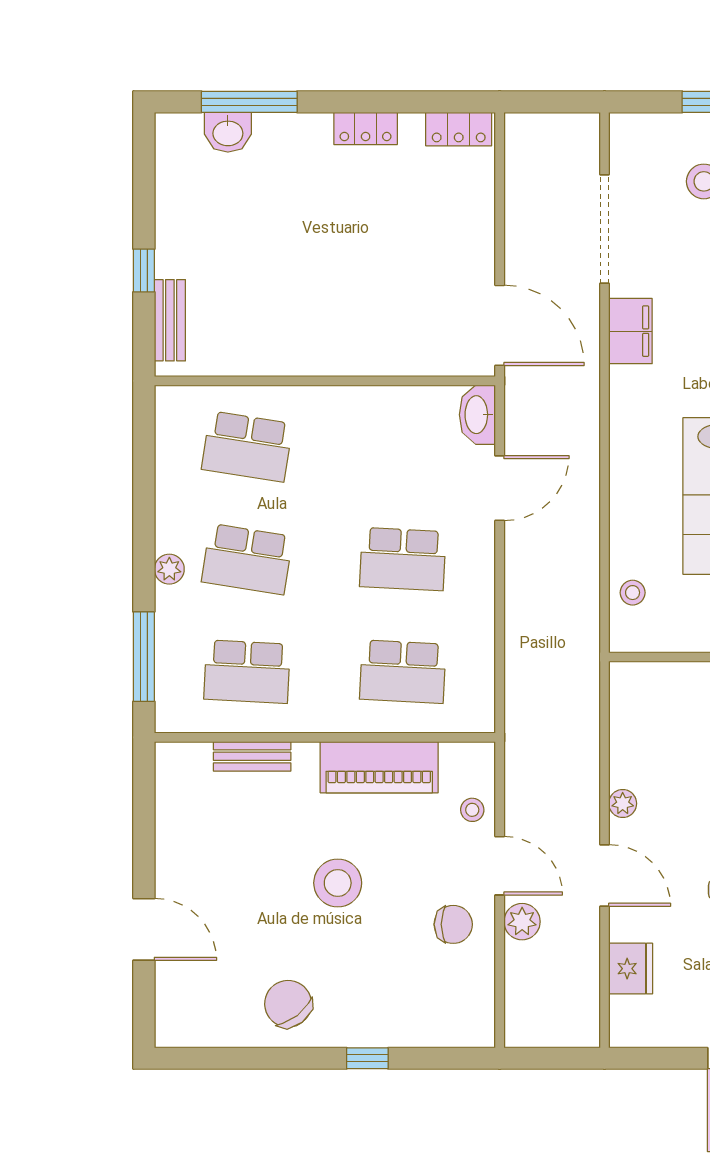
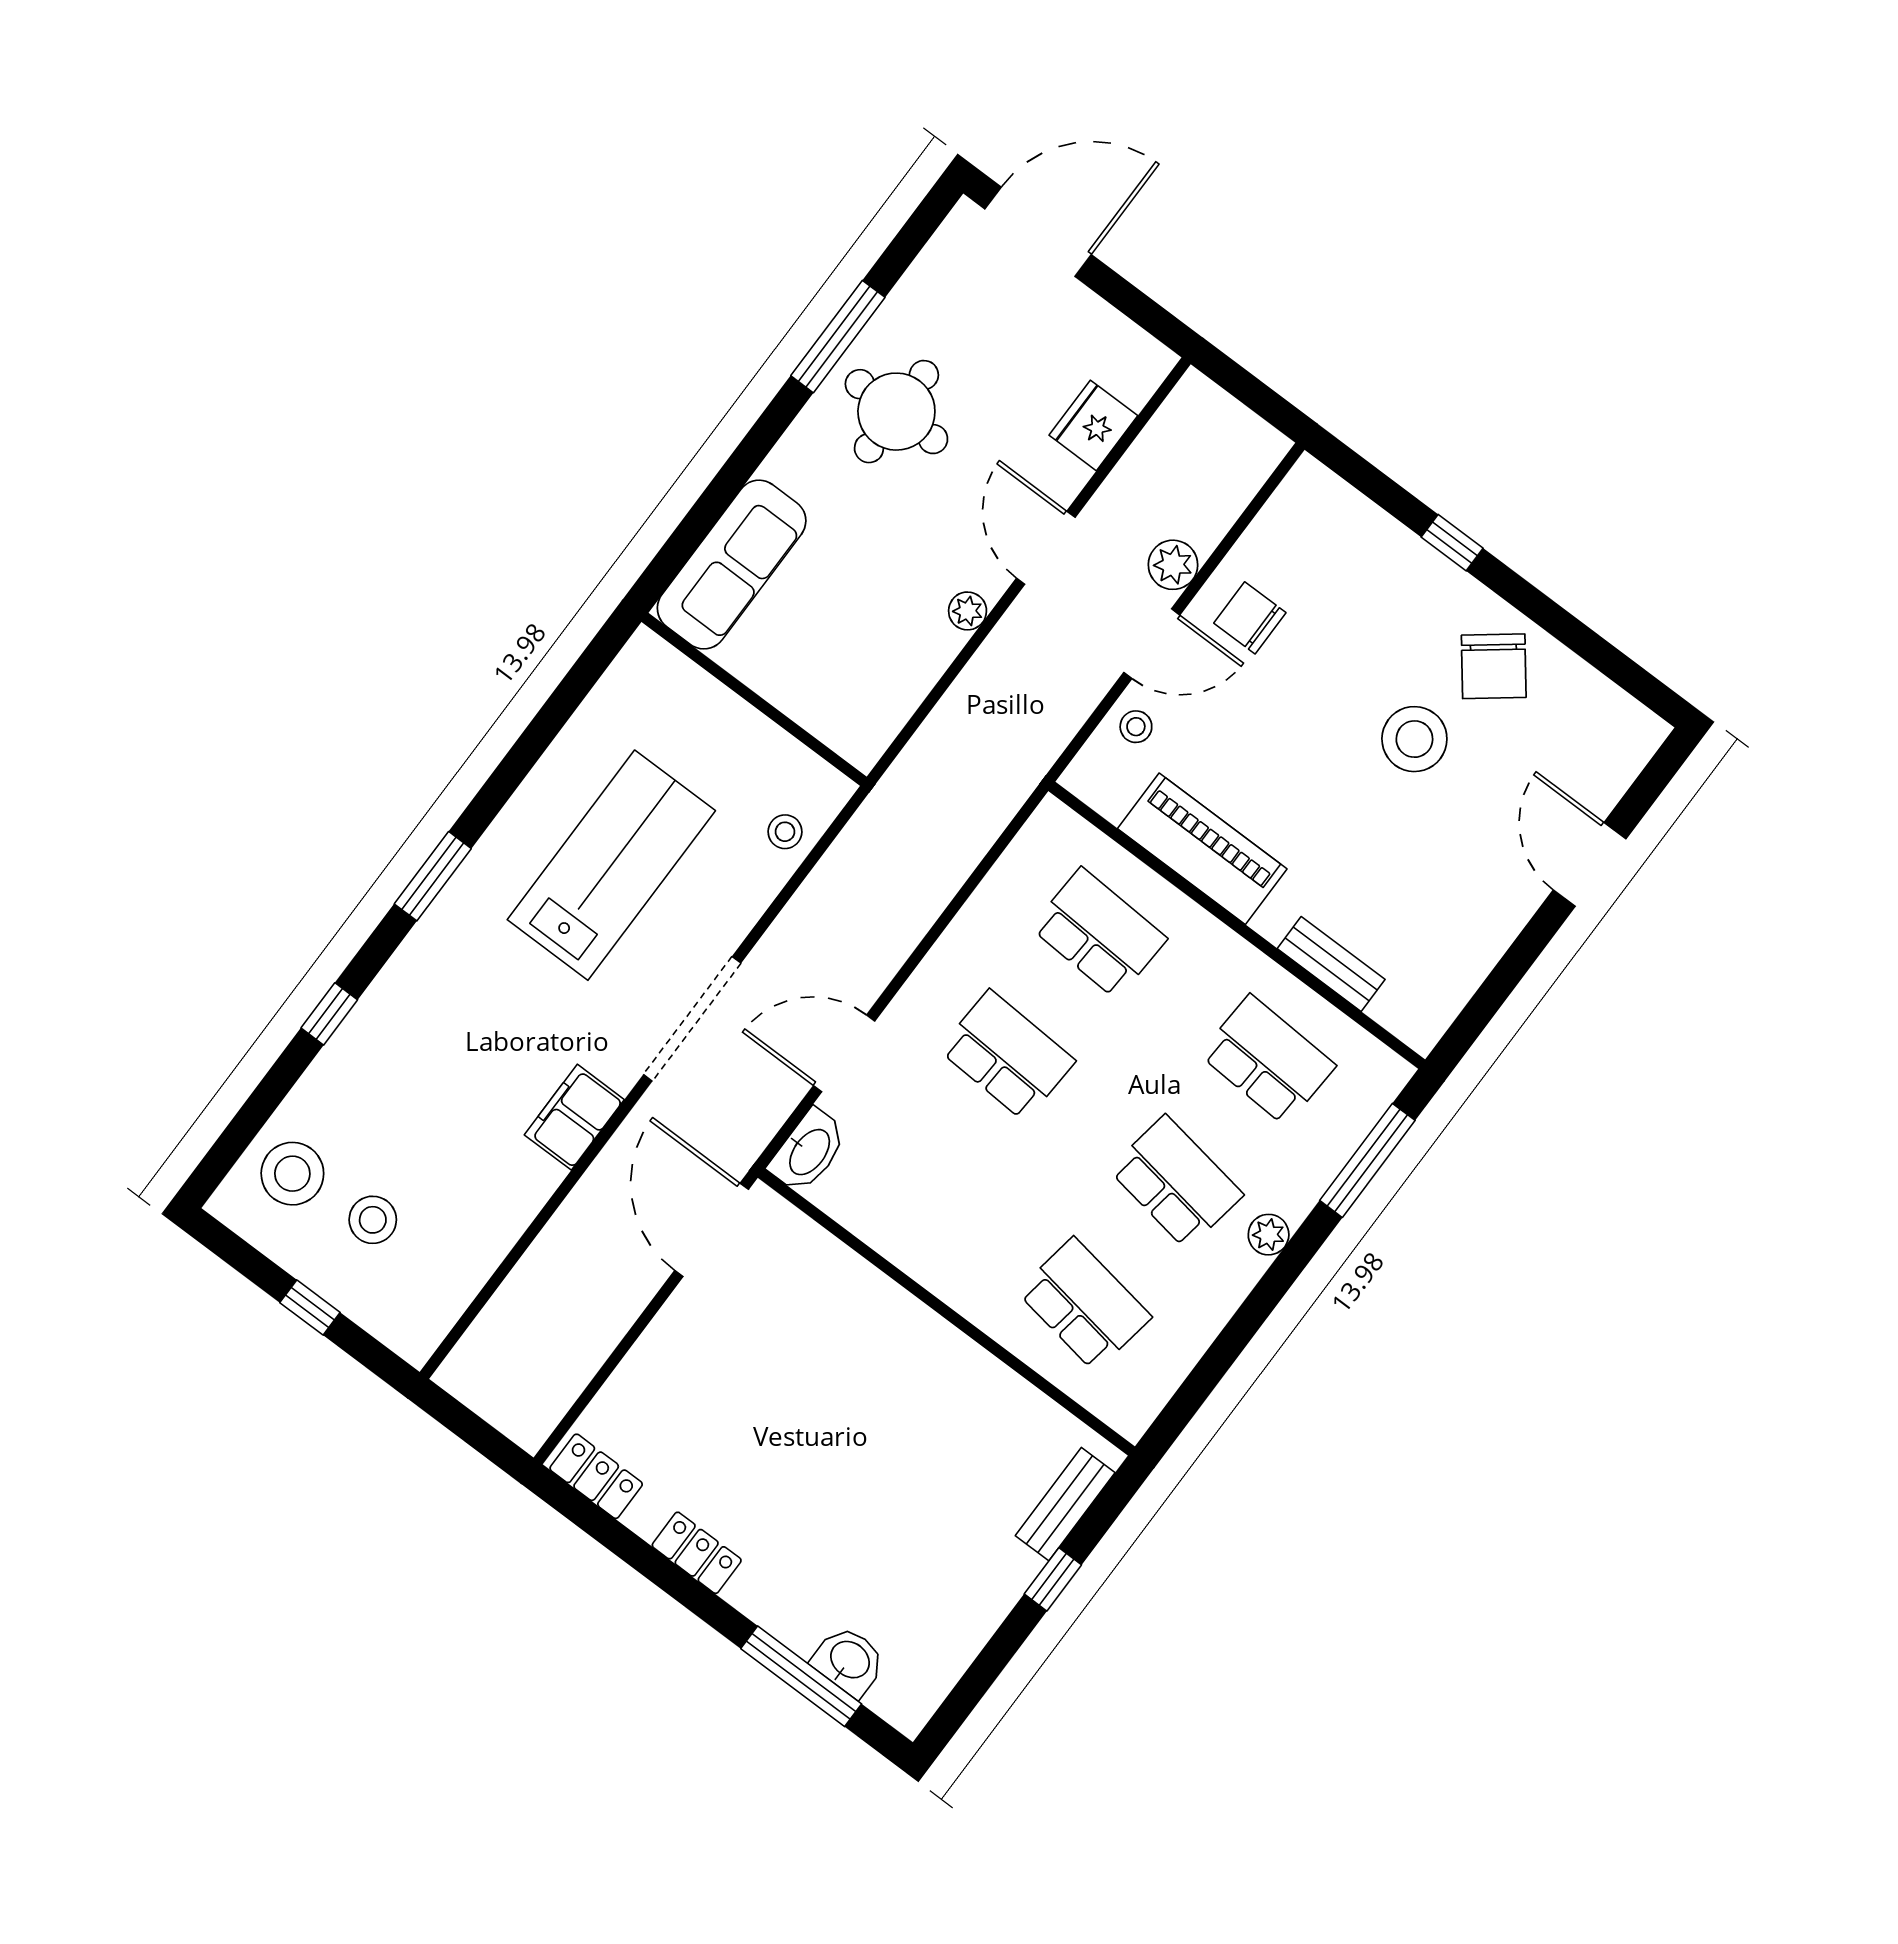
doorway: (605, 229) -> (692, 1019), moved
door: (500, 866) -> (1152, 644), swing flipped
stool: (338, 883) -> (1414, 739), moved

